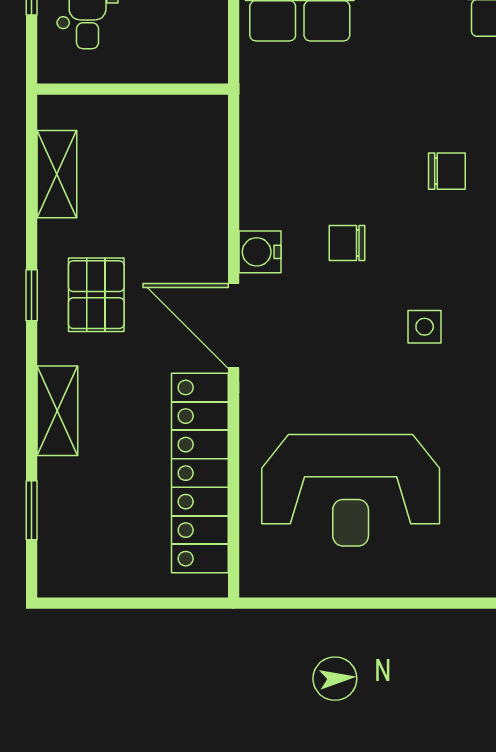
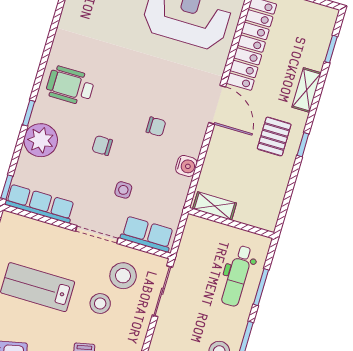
shelving: (57, 174) -> (215, 206), moved, turned 90
water cooler: (260, 252) -> (186, 166), moved
side table: (425, 327) -> (123, 190), moved

